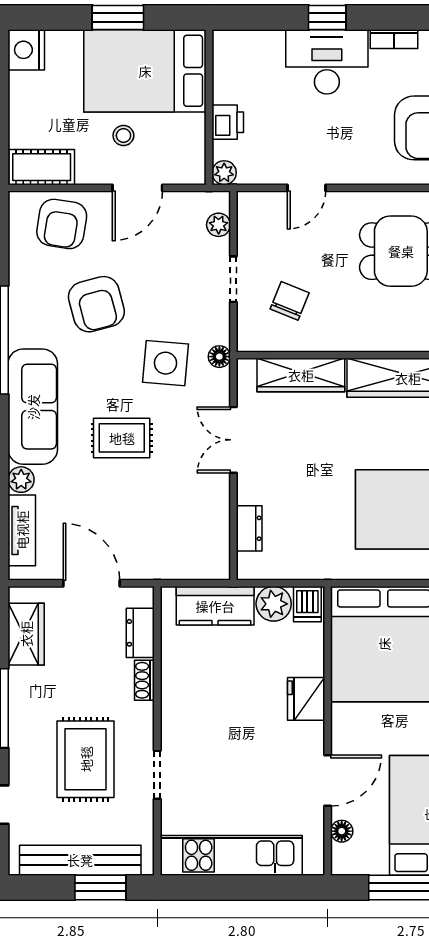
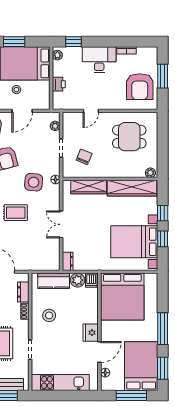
window: (327, 17) -> (73, 42), moved
plant: (224, 173) -> (57, 55), moved
double door: (233, 440) -> (61, 224), moved
dresser: (249, 528) -> (68, 261), moved
stool: (204, 691) -> (49, 315), added
fridge: (306, 699) -> (91, 333), moved

